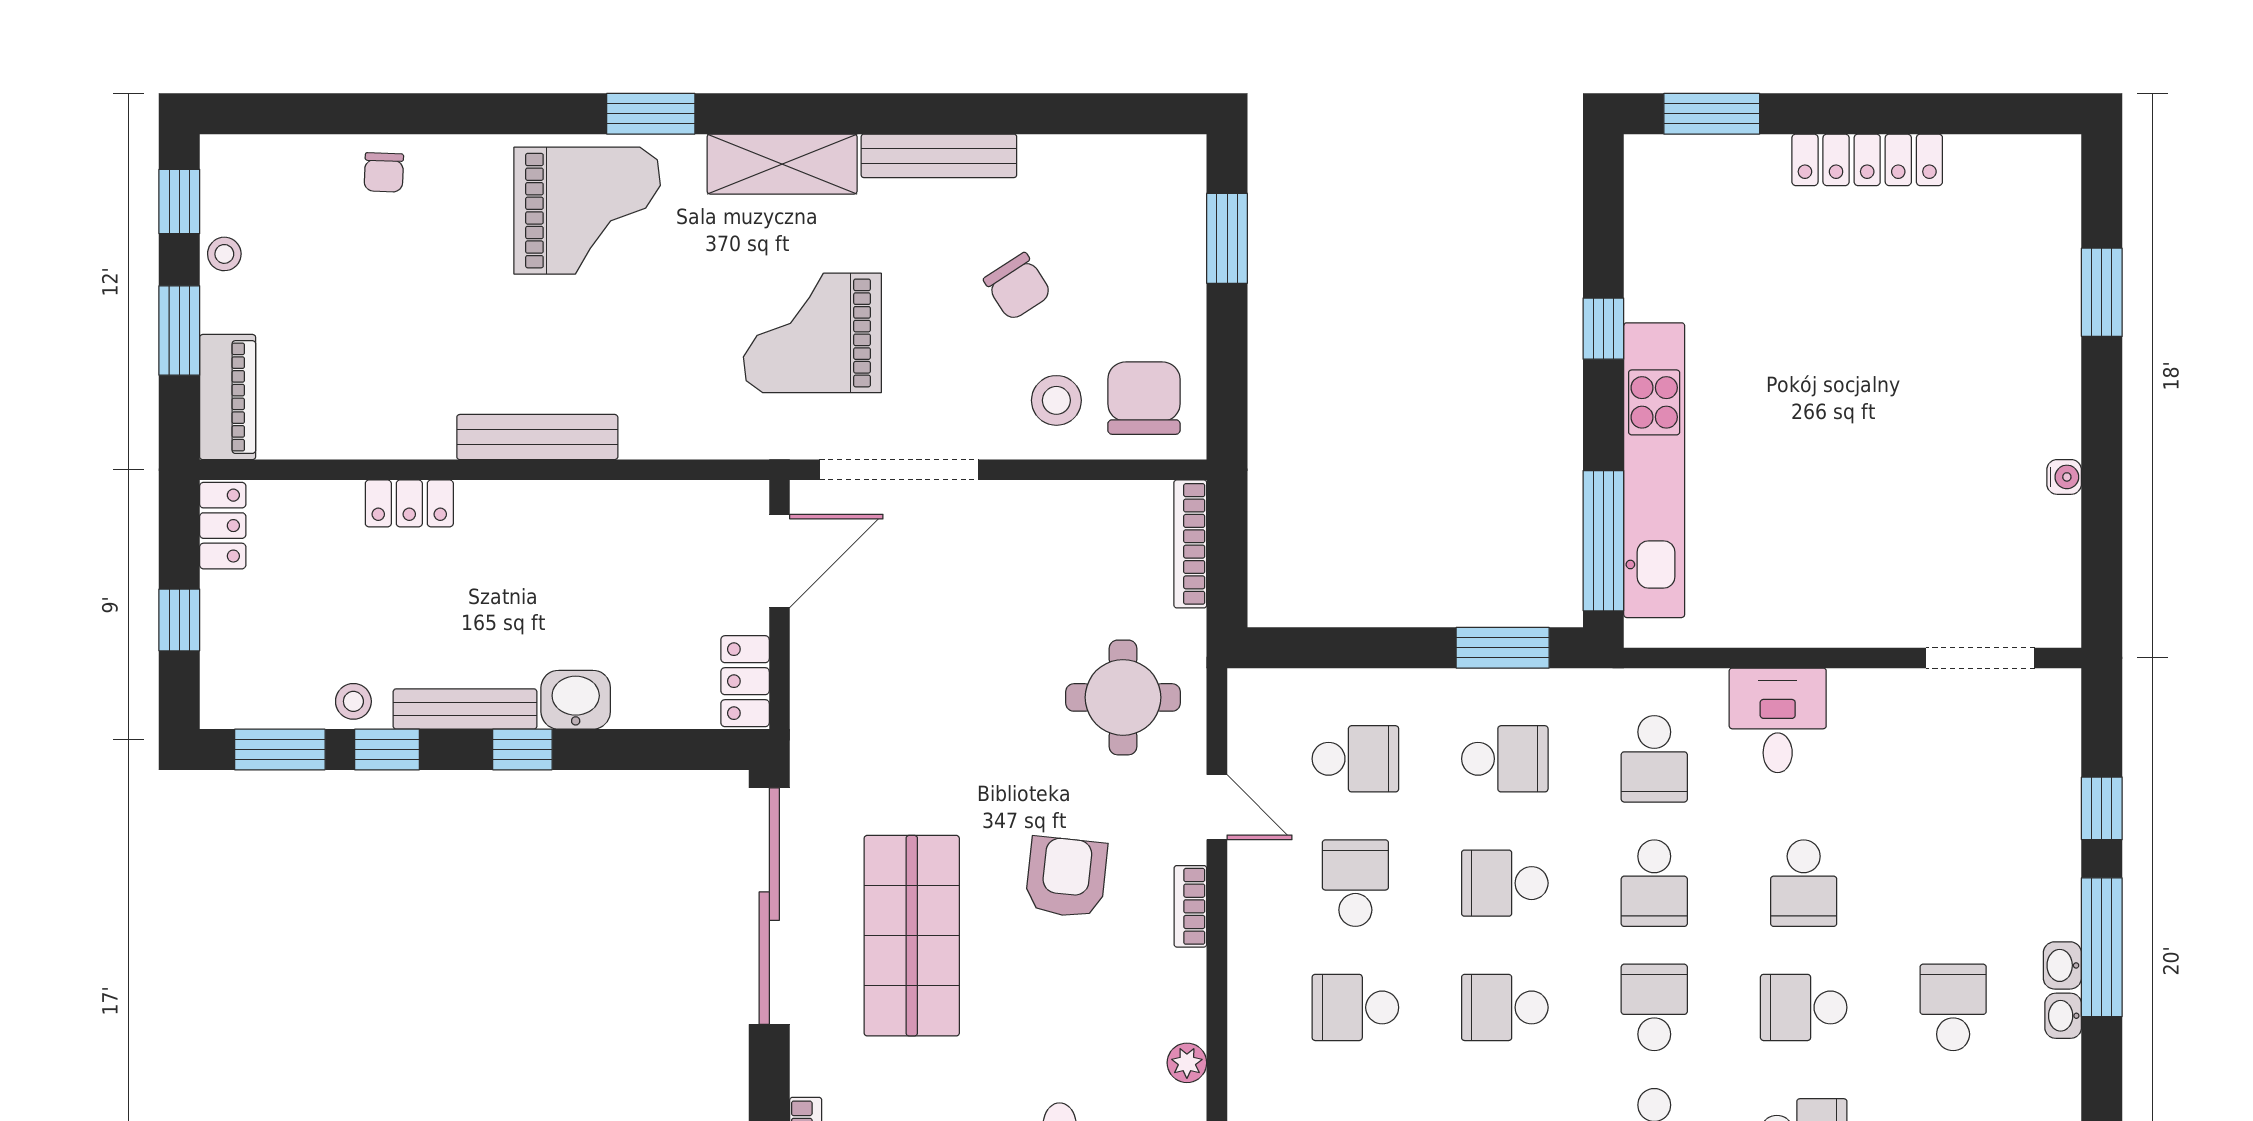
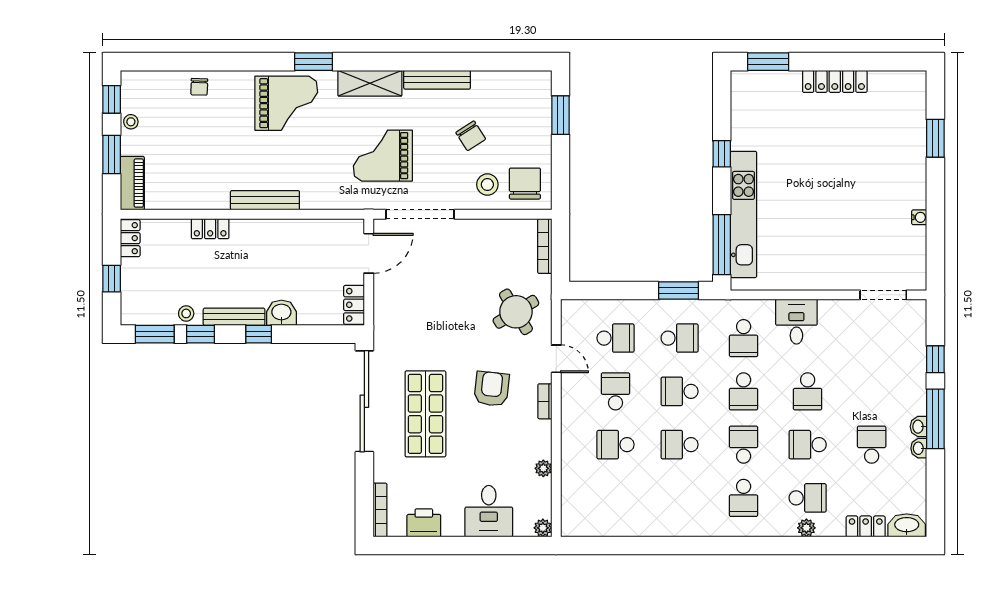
round table: (1123, 697) -> (516, 312), turned -31

